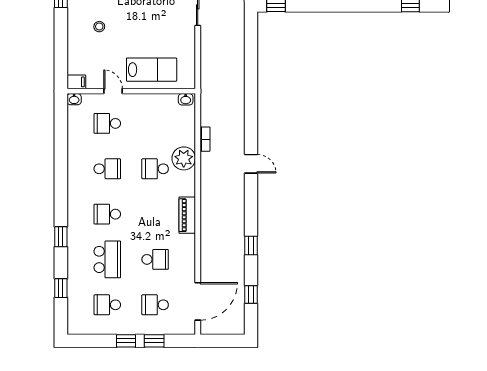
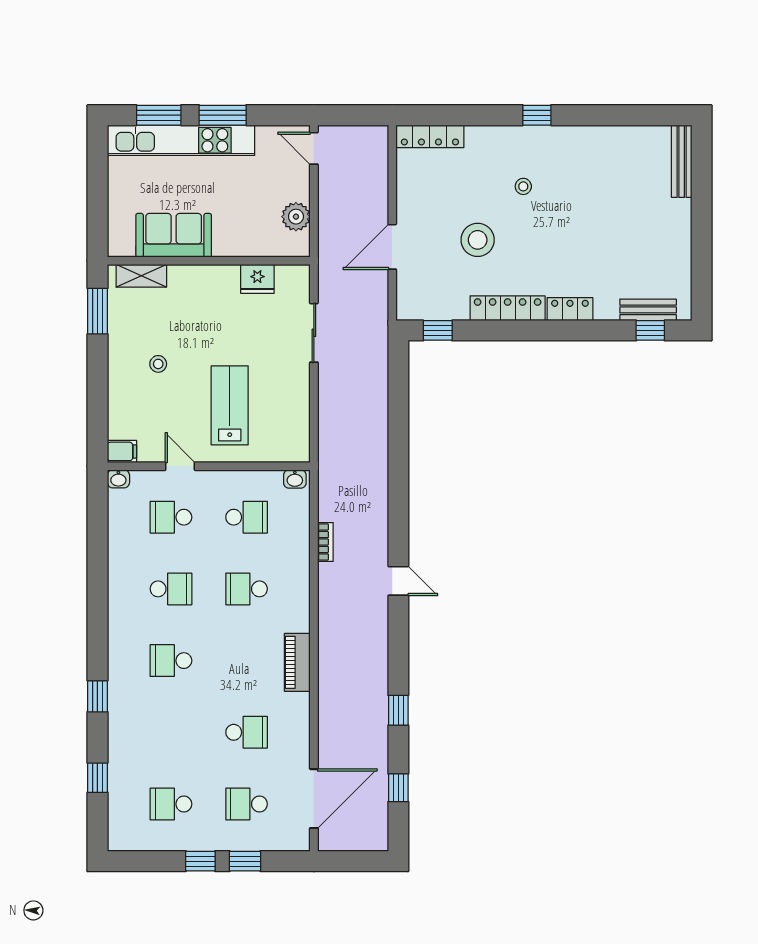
lab bench: (152, 70) -> (230, 405), moved, turned -90
plant: (184, 158) -> (292, 573), removed
school desk: (107, 259) -> (247, 517), moved, width x0.54

